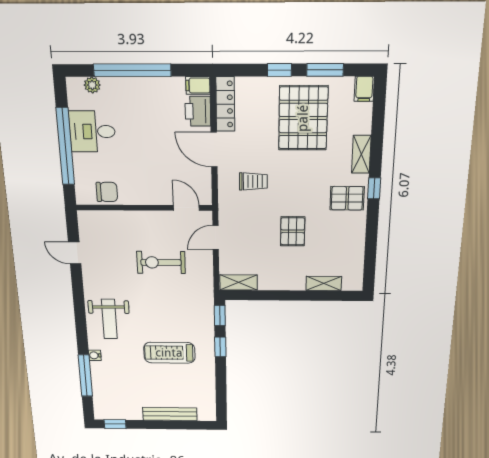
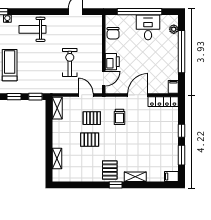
printer: (198, 111) -> (112, 62), moved, turned 90
pallet: (303, 118) -> (92, 118), moved, width x0.49, depth x0.50

